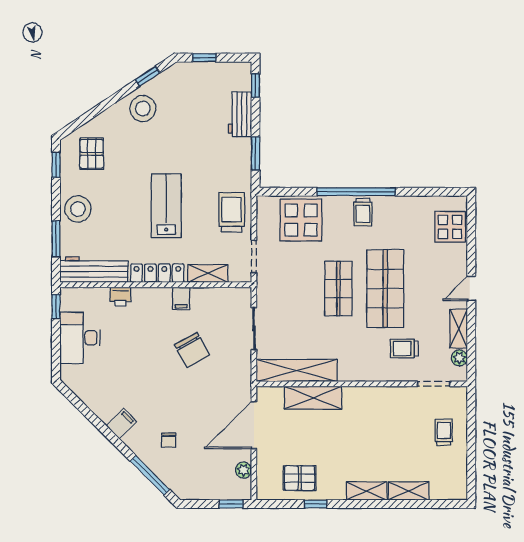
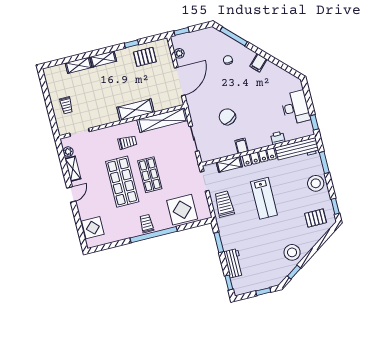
pallet: (92, 154) -> (316, 218), turned 90
trolley: (232, 212) -> (224, 204), turned 180
trolley: (404, 348) -> (127, 142), moved
shelving: (313, 398) -> (136, 110), moved

